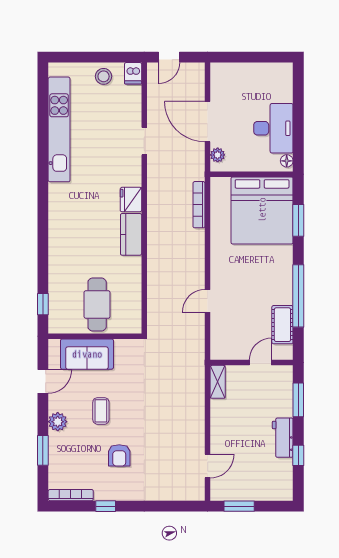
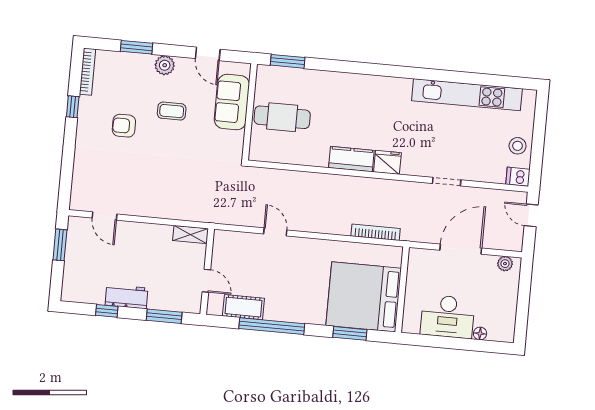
plant: (218, 155) -> (505, 264), moved
floor lamp: (287, 161) -> (480, 333), moved
window: (43, 304) -> (288, 61), width x1.50

